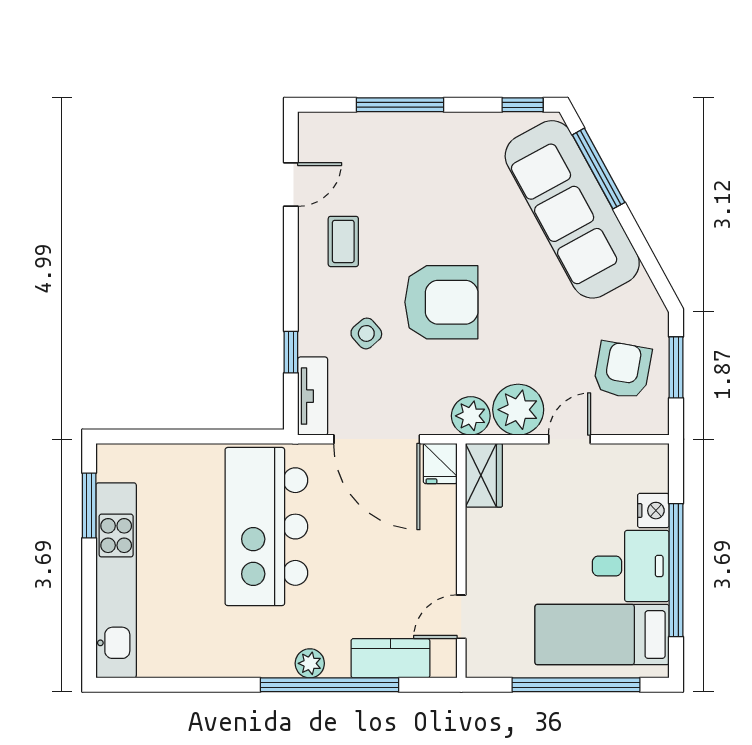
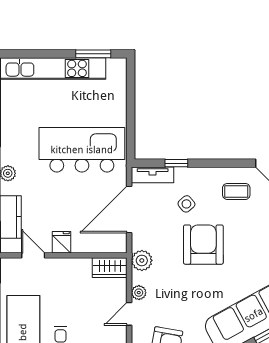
armchair: (441, 302) -> (203, 245), turned 180
plant: (518, 410) -> (139, 293), width x0.53, depth x0.53
door: (569, 439) -> (129, 314), swing flipped
fridge: (440, 463) -> (62, 242), moved, turned 90

